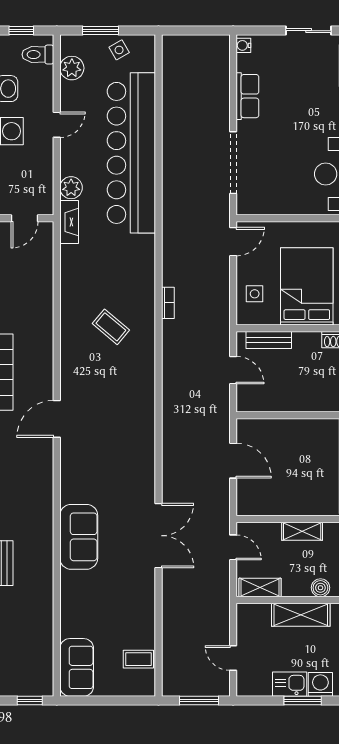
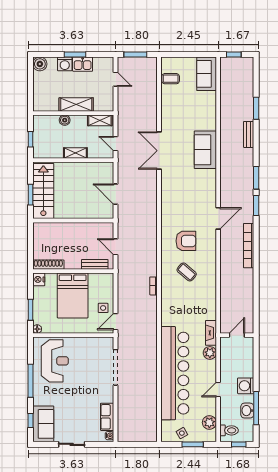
row of seats: (247, 96) -> (107, 417), moved
side table: (255, 294) -> (103, 308), moved
armchair: (112, 380) -> (186, 241), added

